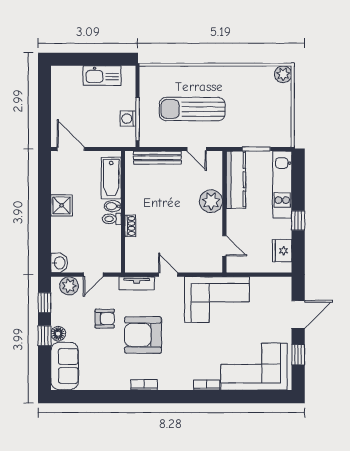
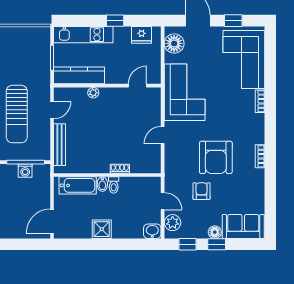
plant: (211, 201) -> (93, 93), width x0.53, depth x0.53
tv unit: (137, 283) -> (170, 163), removed
floor lamp: (272, 288) -> (174, 43), added

